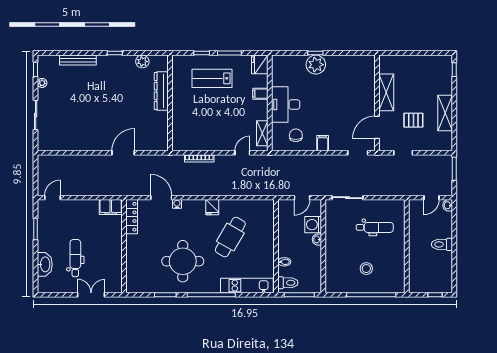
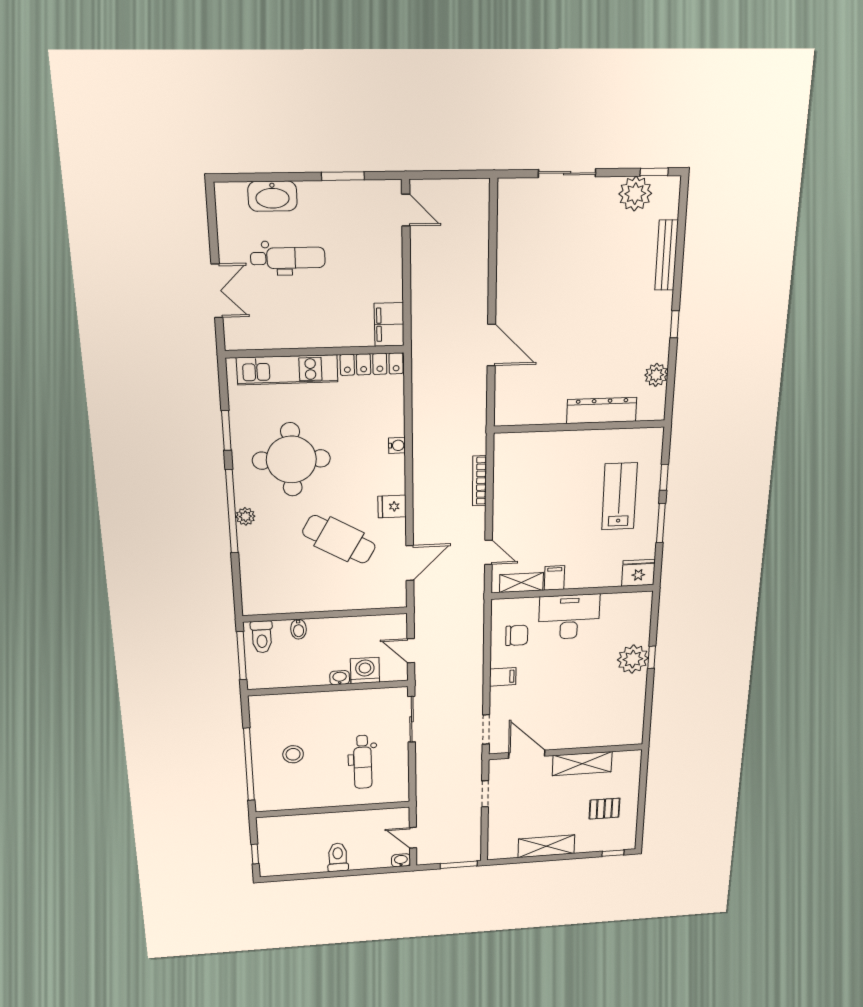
plant: (42, 83) -> (635, 194), width x1.88, depth x1.88
filing cabinet: (260, 94) -> (554, 578), moved
pallet: (413, 120) -> (604, 809), moved, turned 90
door: (161, 198) -> (410, 563), moved
kitchen unit: (247, 286) -> (287, 370), moved, turned 90
plant: (214, 288) -> (245, 516), added

